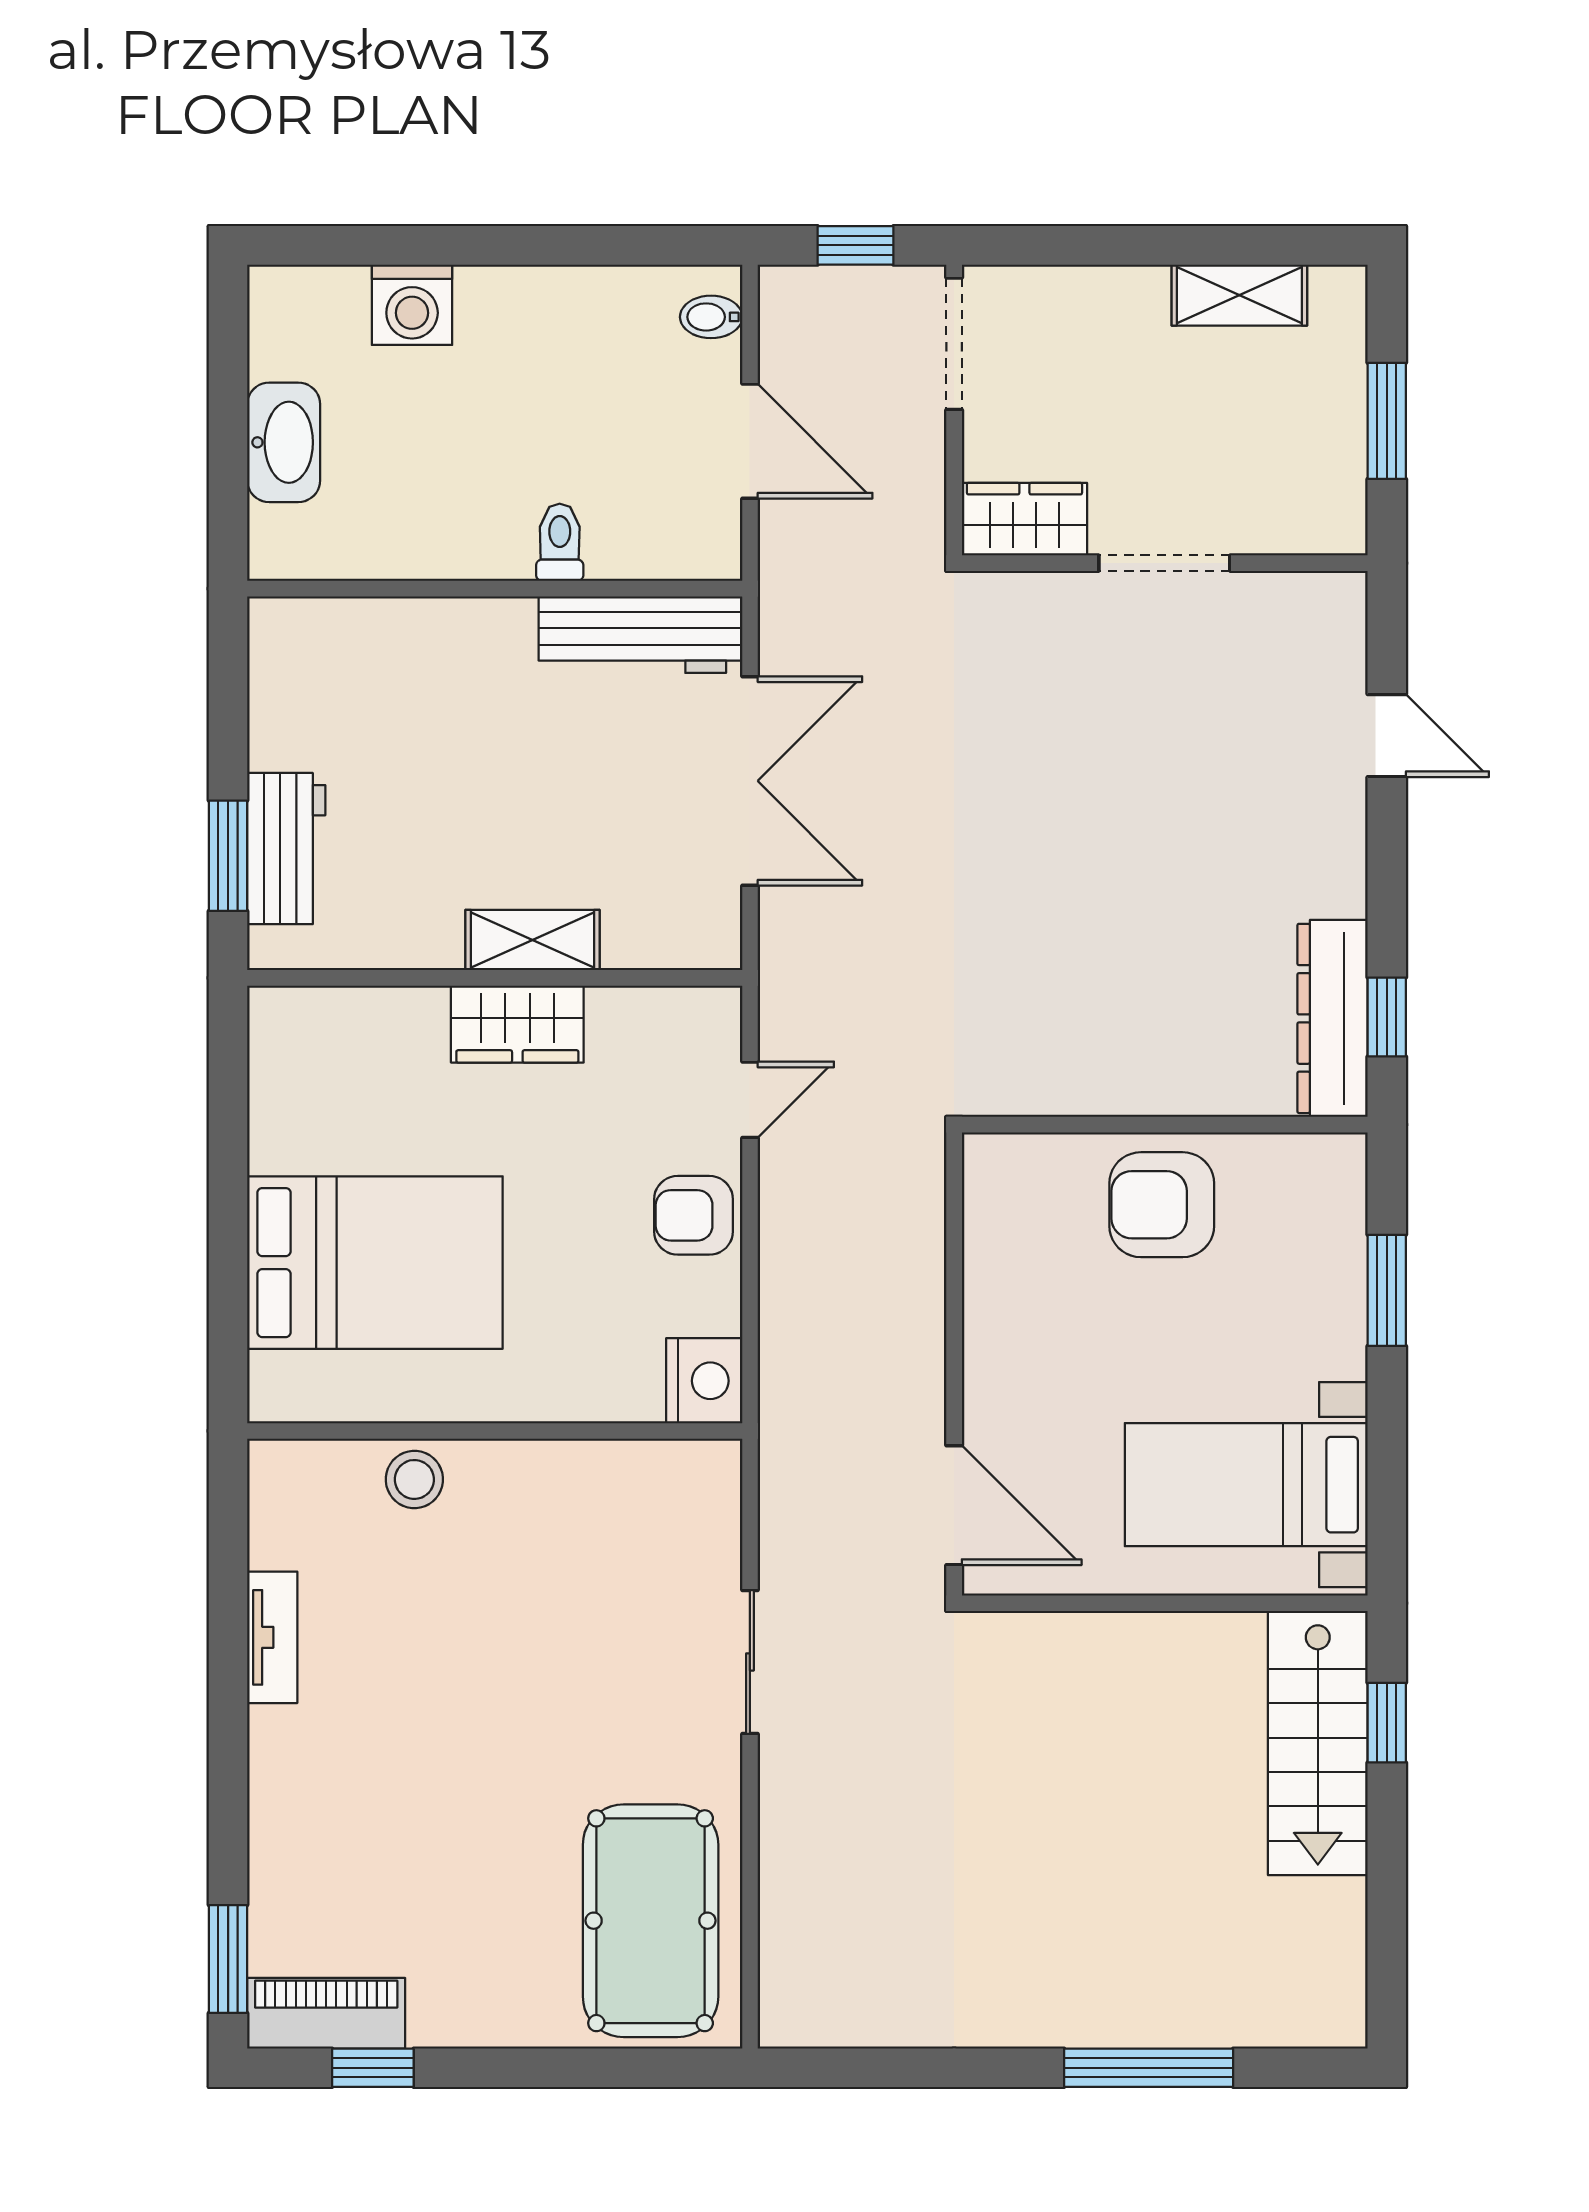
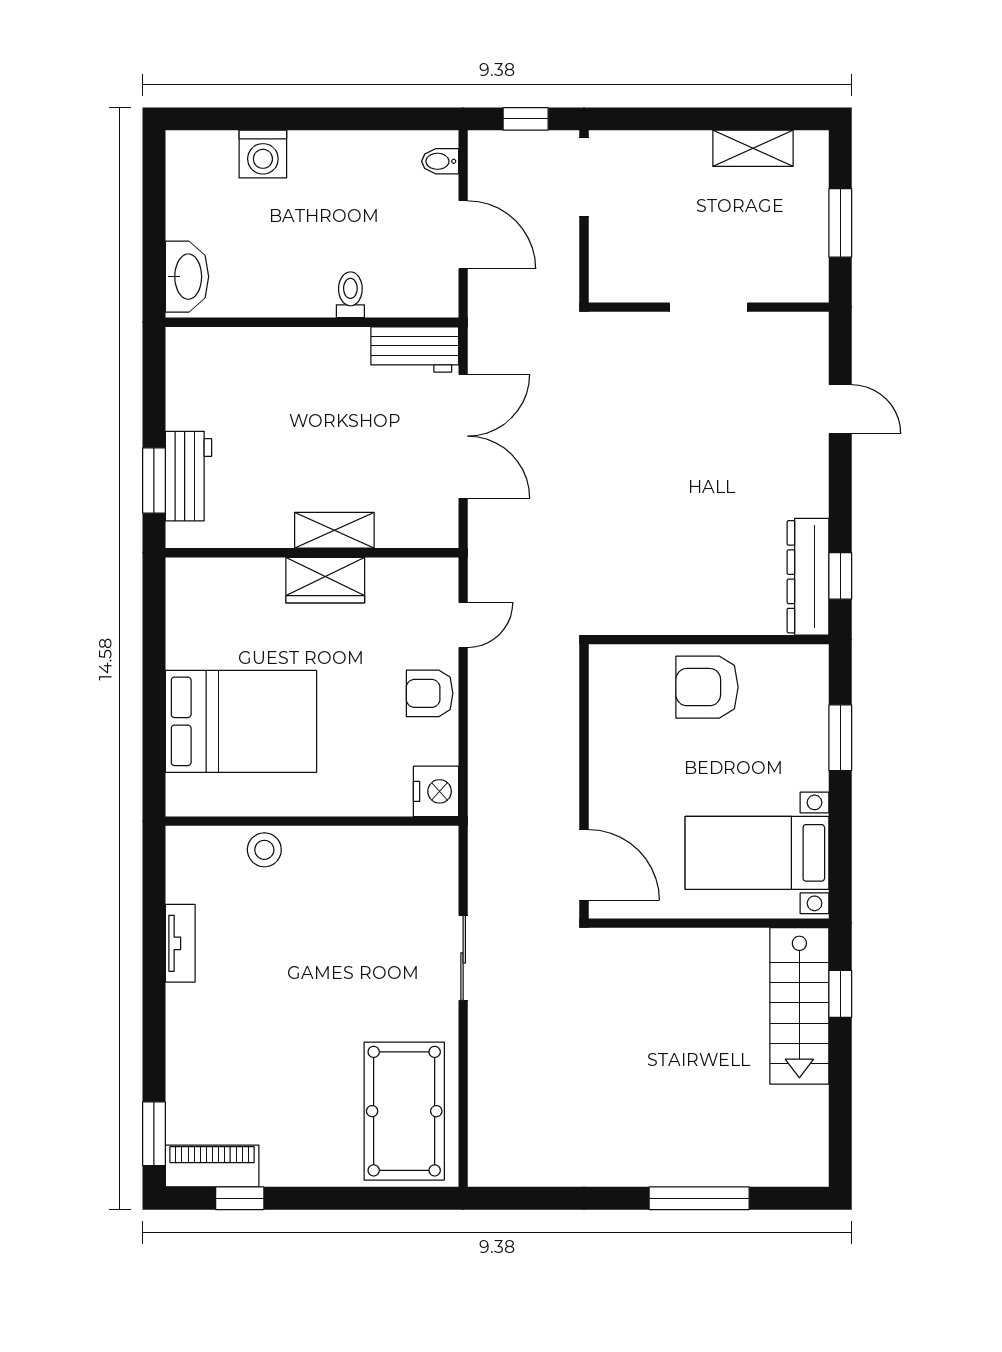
washbasin: (284, 442) -> (187, 277), moved
wardrobe: (1024, 519) -> (626, 281), removed
workbench: (640, 635) -> (415, 349), width x0.73

